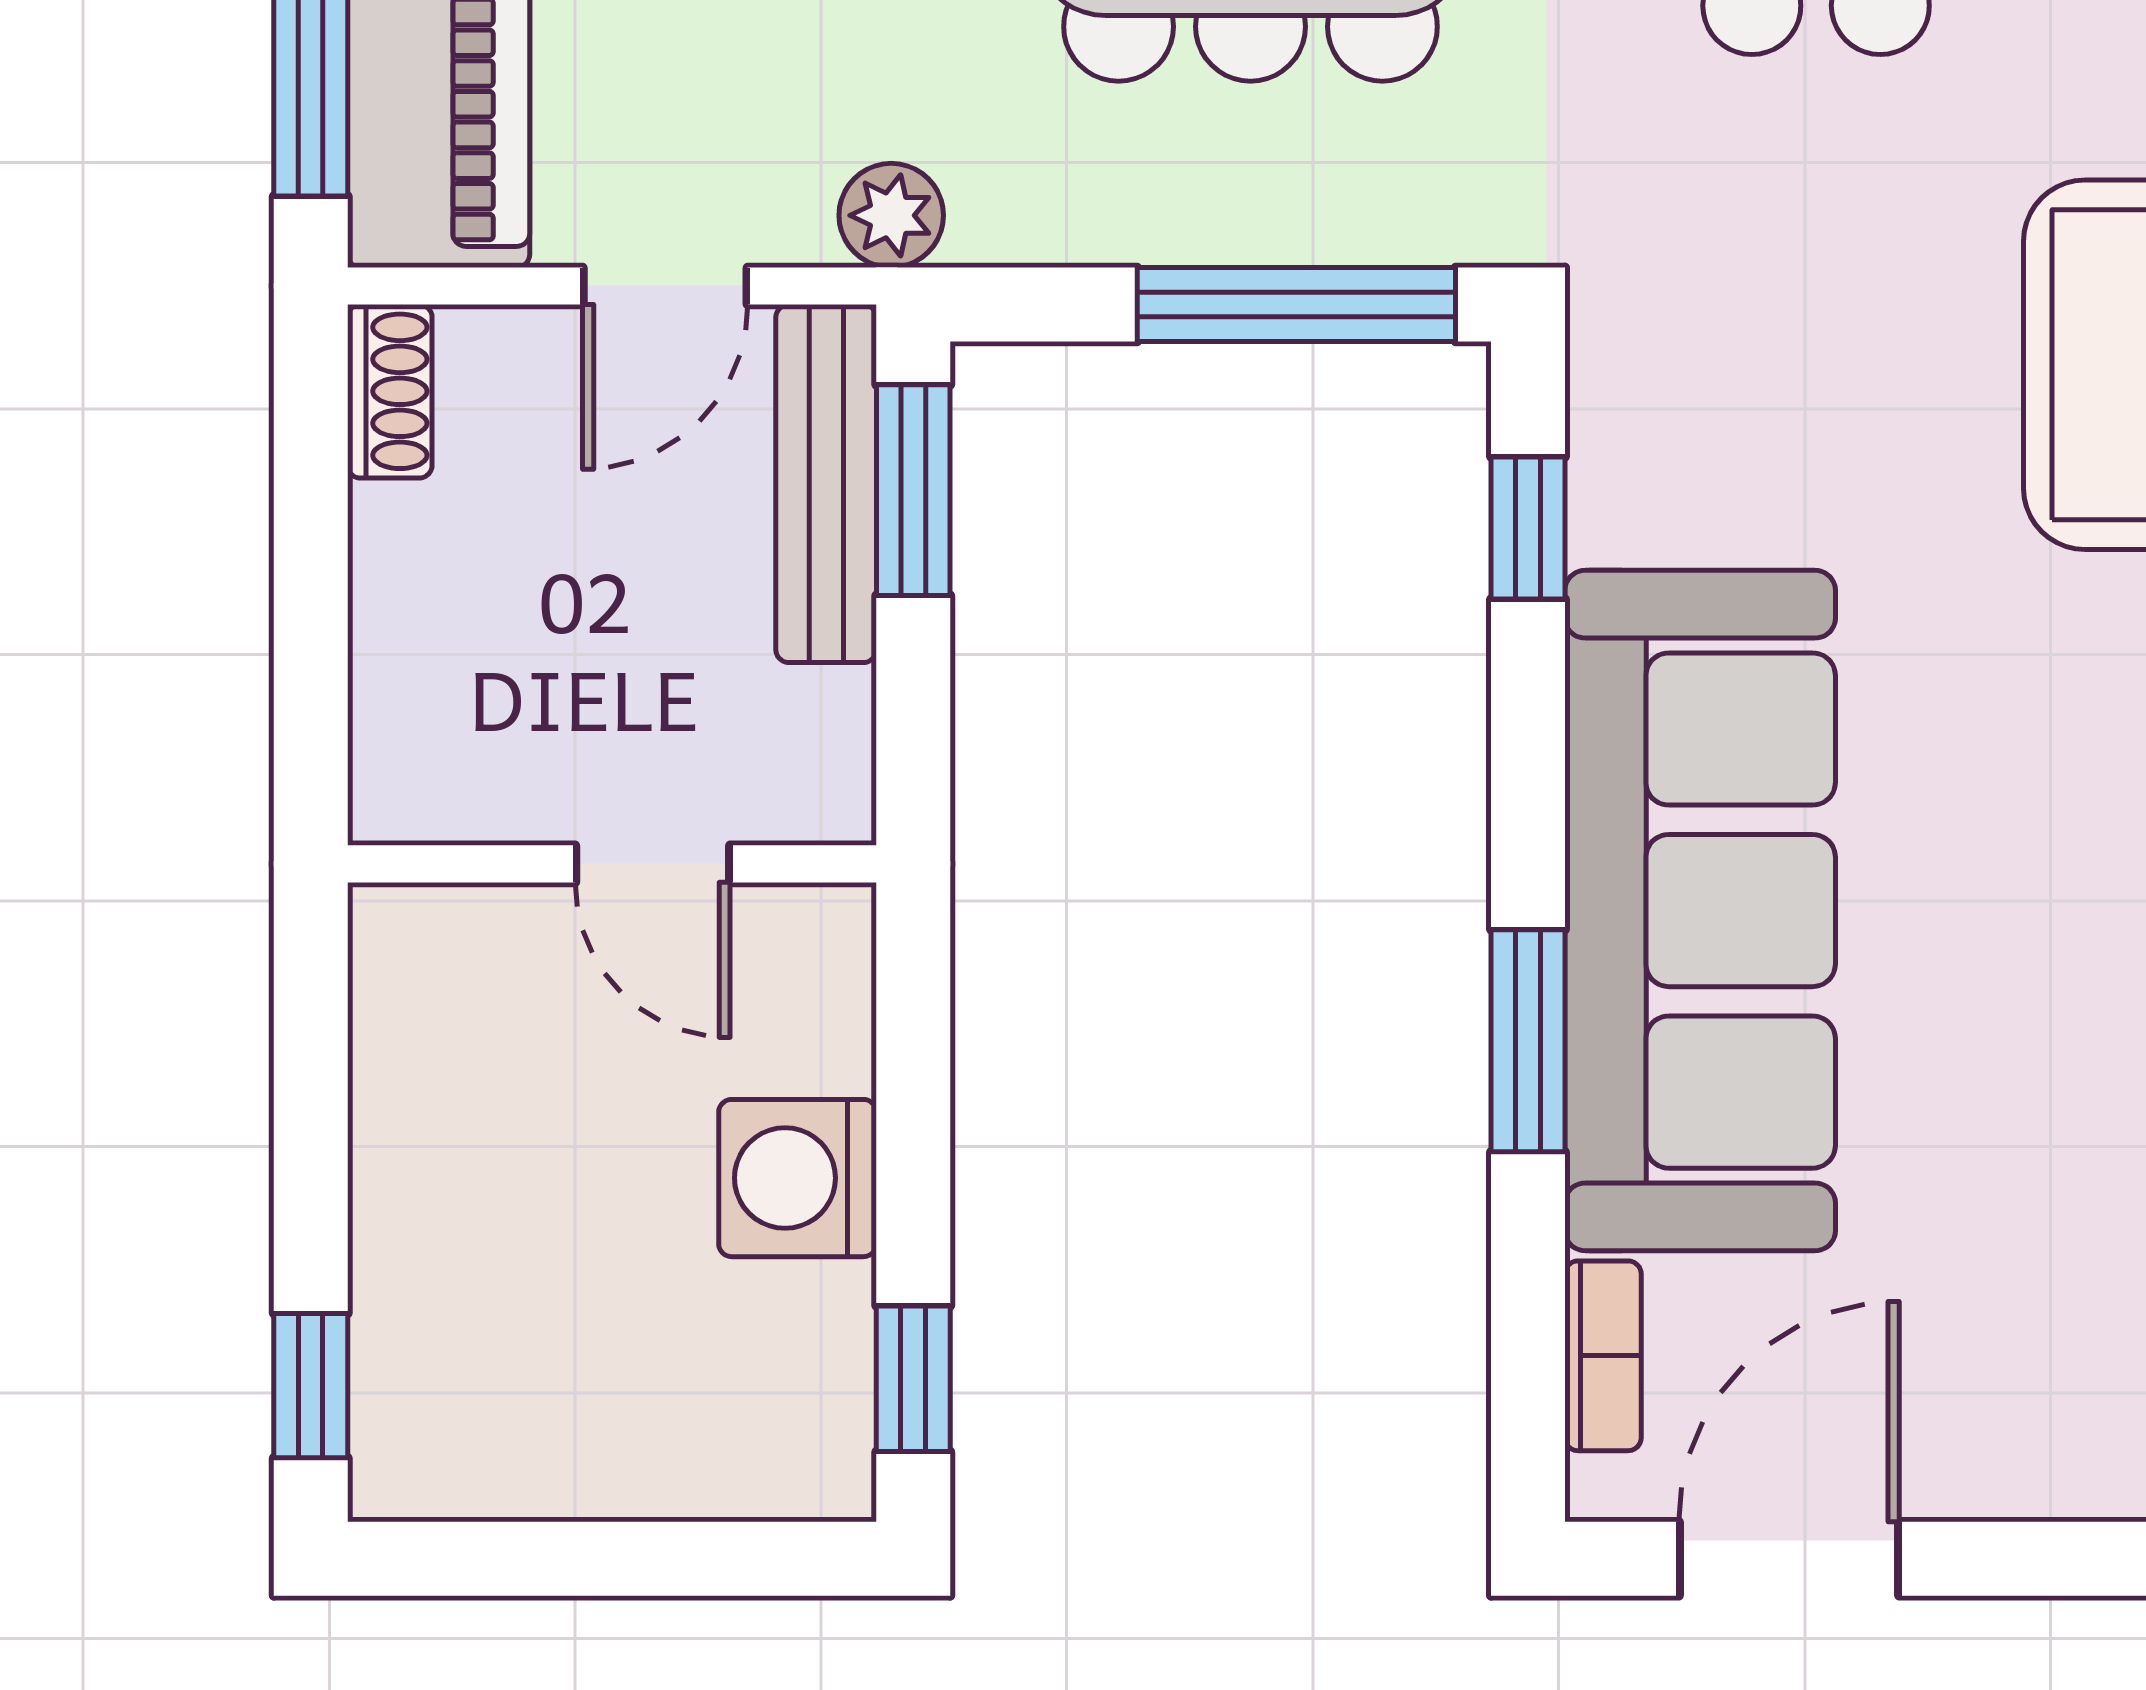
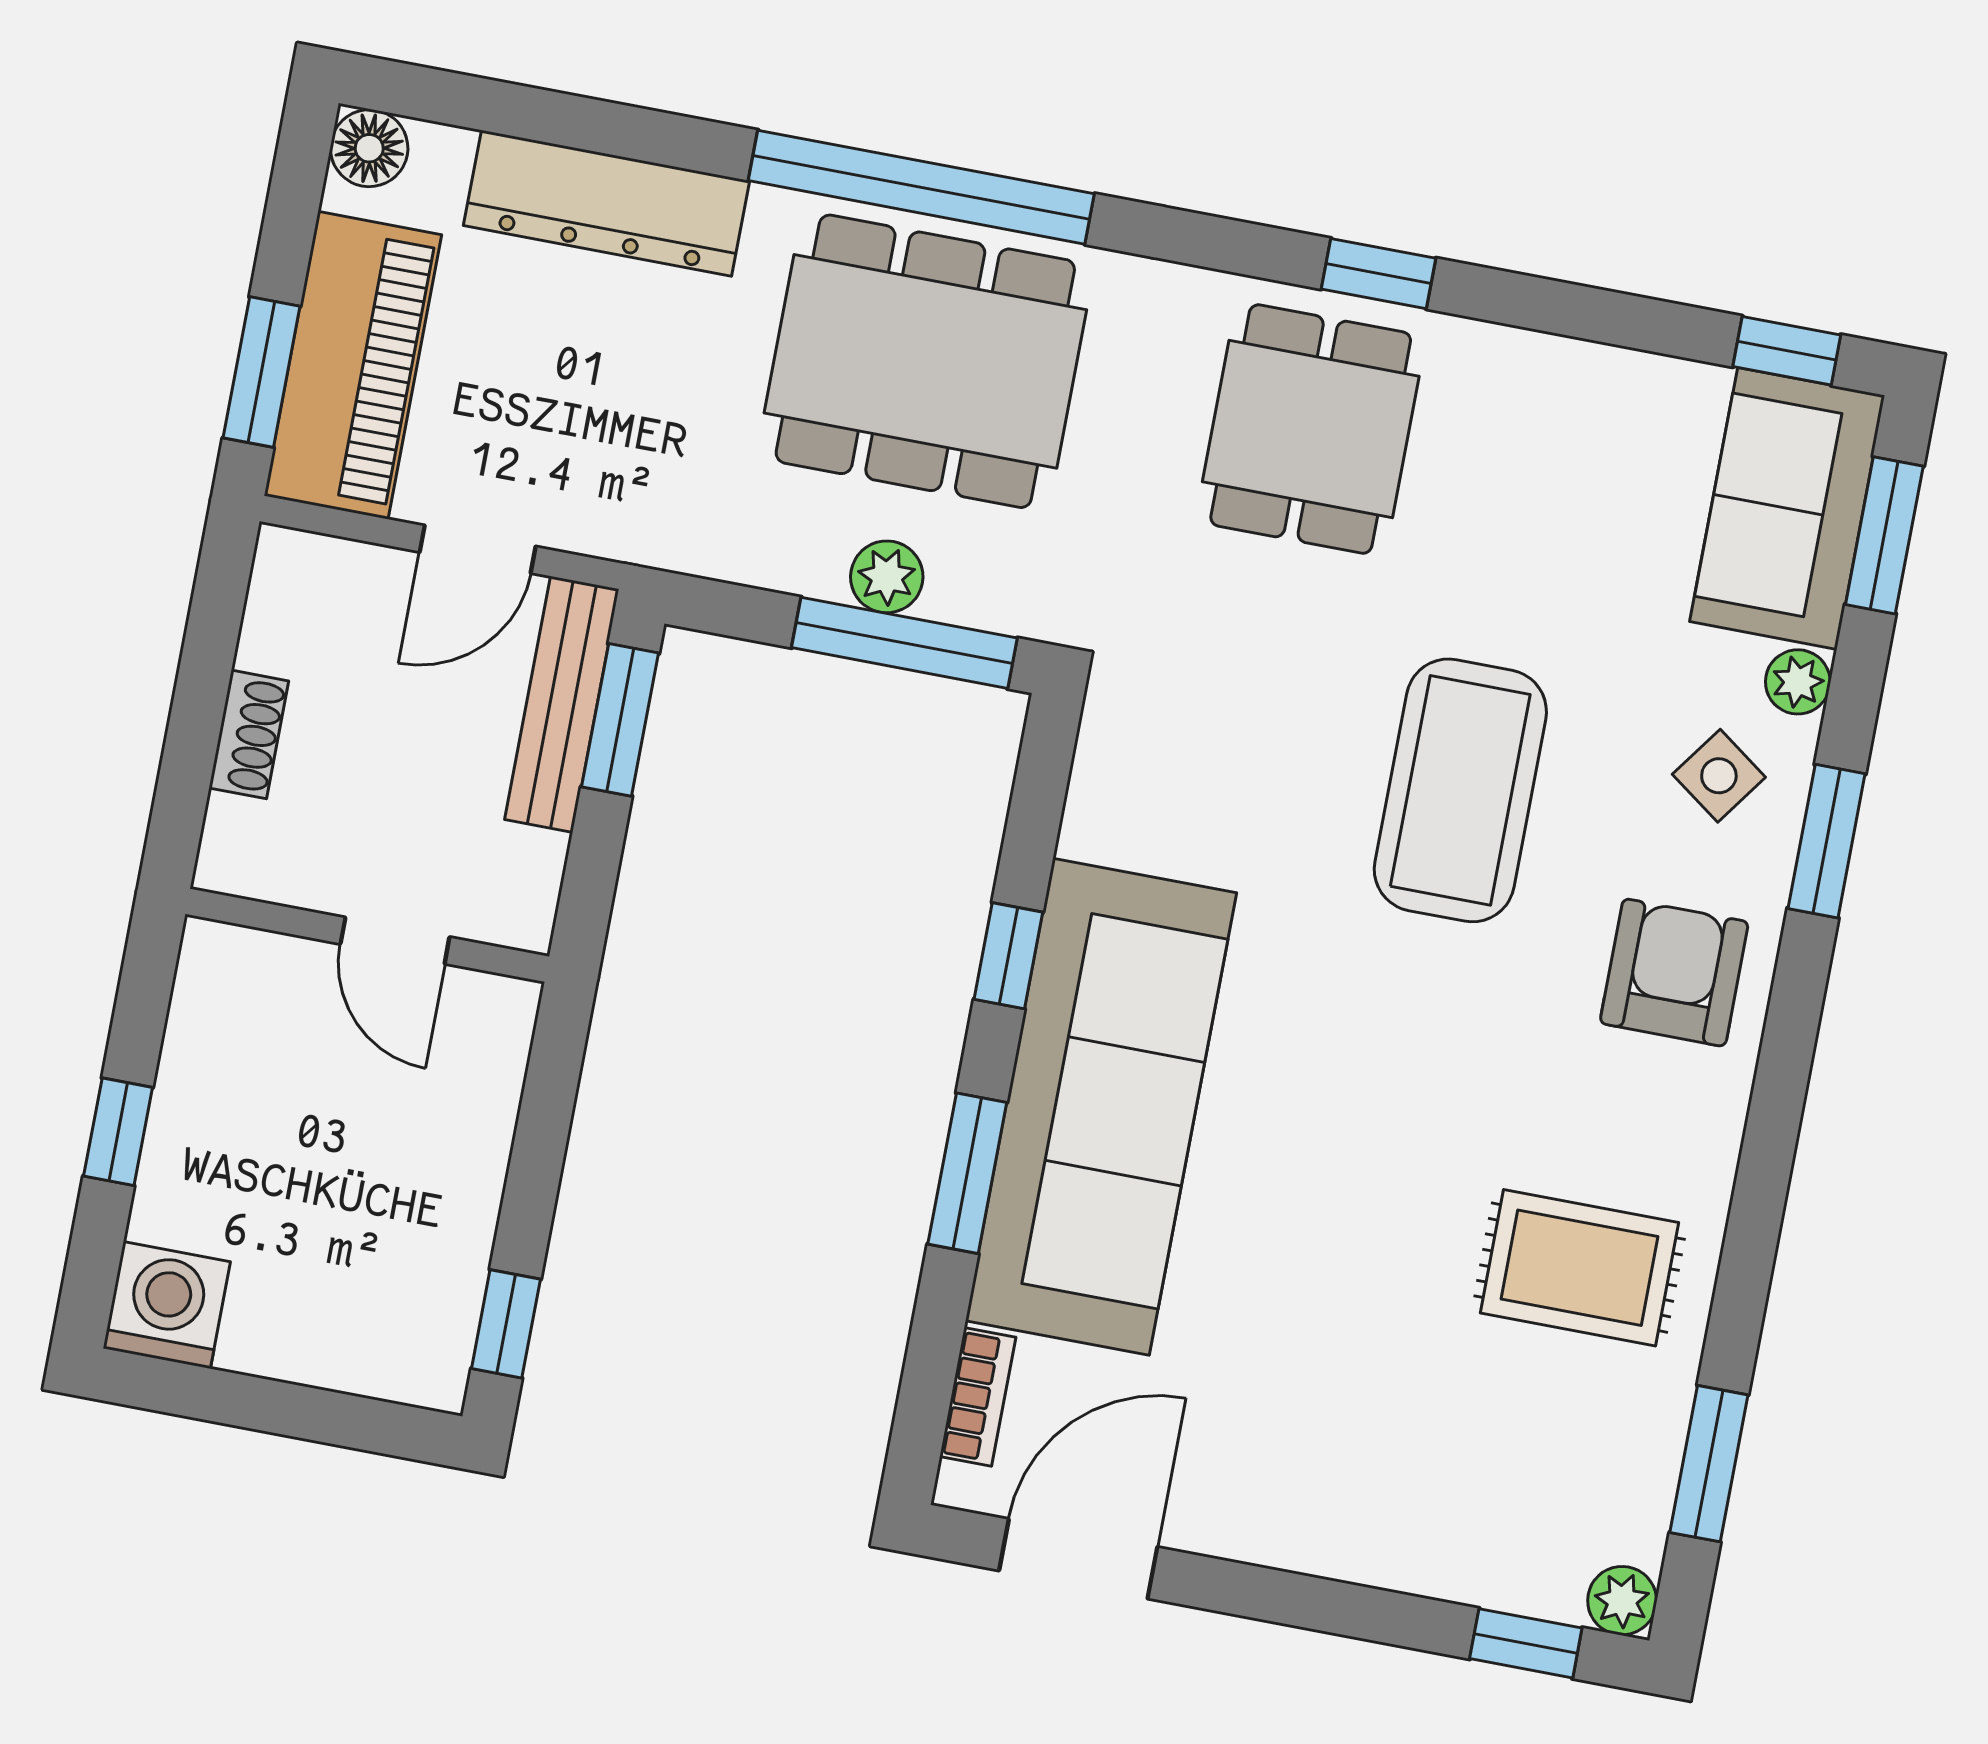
plant: (891, 215) -> (887, 577), moved
shoe rack: (390, 391) -> (249, 734), moved
window: (1528, 528) -> (1008, 956), moved
washing machine: (798, 1178) -> (167, 1305), moved, turned 90
window: (311, 1386) -> (118, 1132), moved

